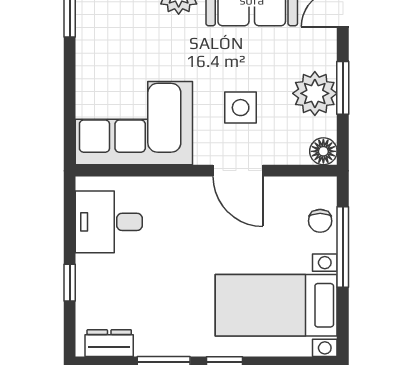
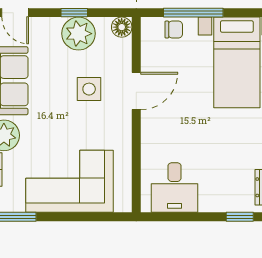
window: (343, 88) -> (74, 13), width x0.67
corner sofa: (134, 123) -> (70, 181), moved, turned 90
window: (70, 283) -> (240, 217), moved

